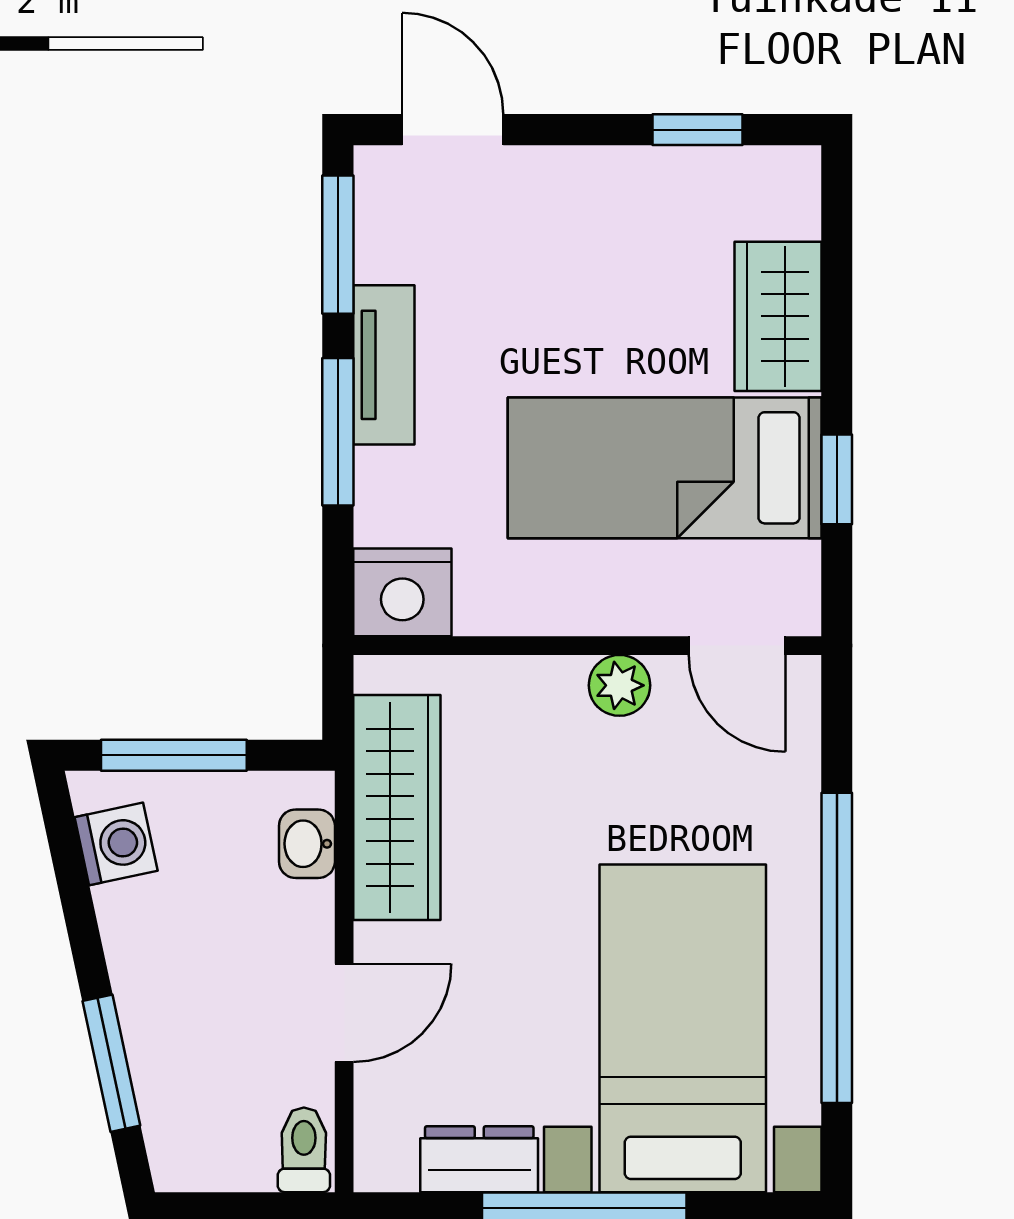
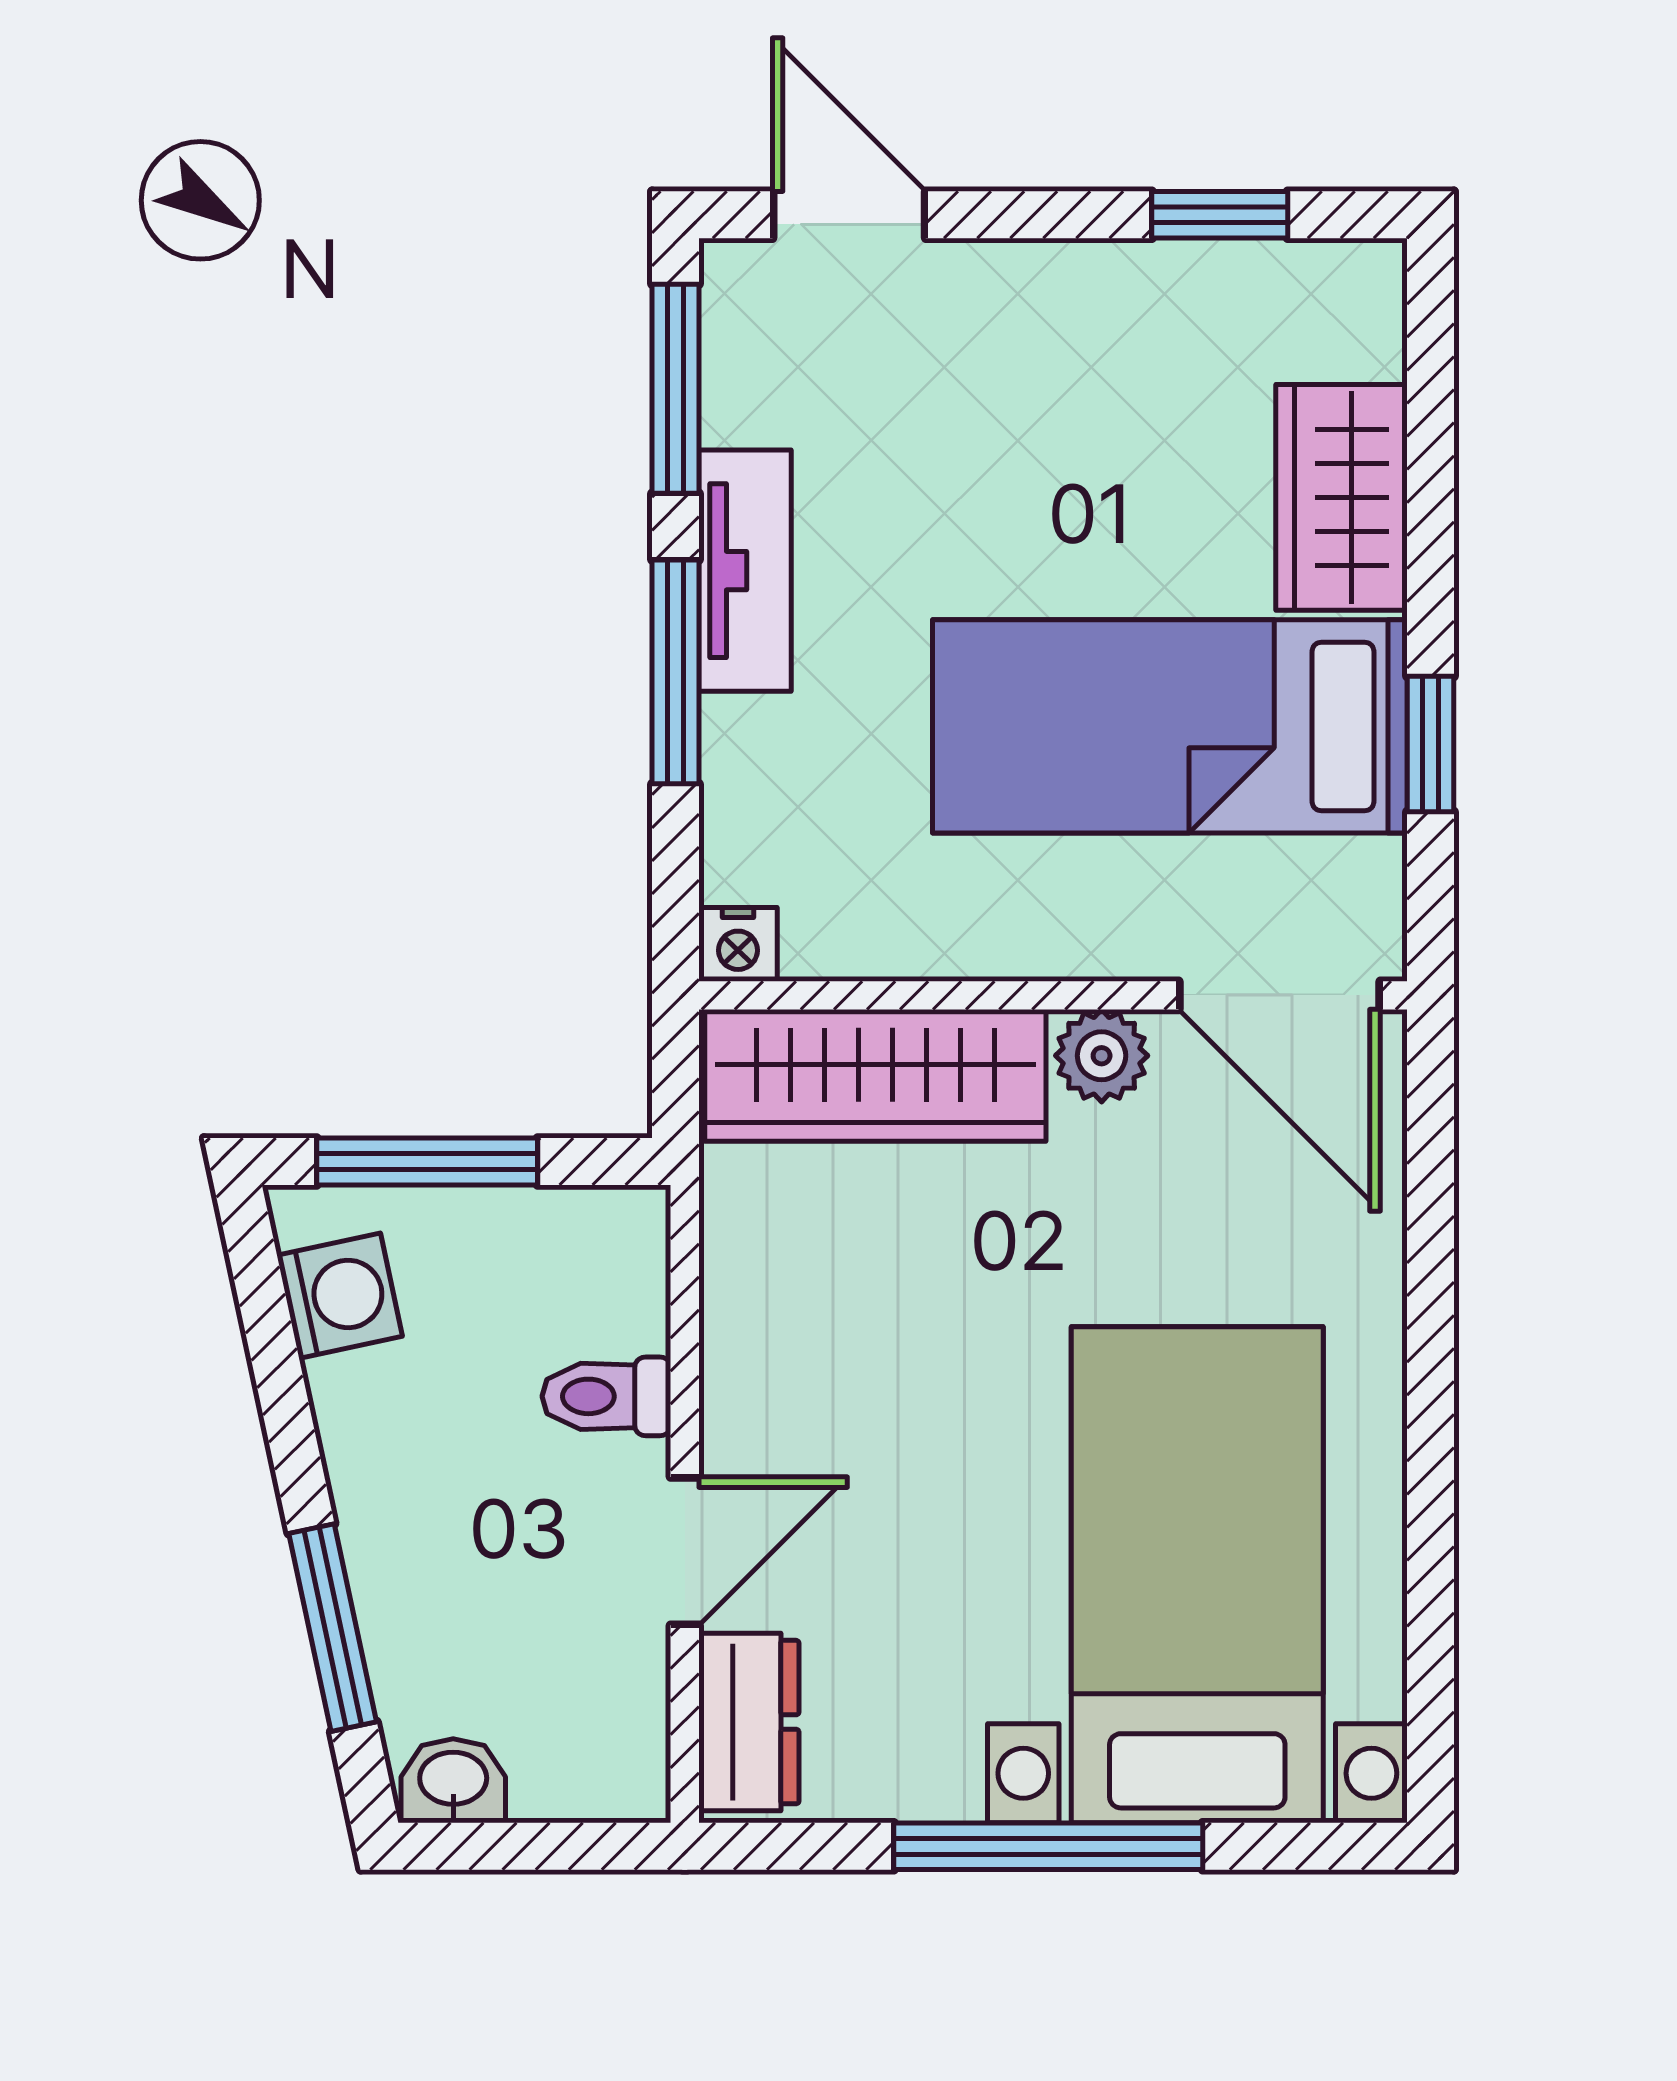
nightstand: (402, 592) -> (738, 944), width x0.53, depth x0.56
door: (737, 646) -> (1279, 995), width x1.38
wardrobe: (397, 807) -> (875, 1075), moved, turned 90
washbasin: (307, 844) -> (453, 1781), moved, turned 90
window: (837, 948) -> (1430, 1453), removed
toilet: (304, 1150) -> (606, 1396), moved, turned -90
dresser: (479, 1159) -> (749, 1722), moved, turned 90

